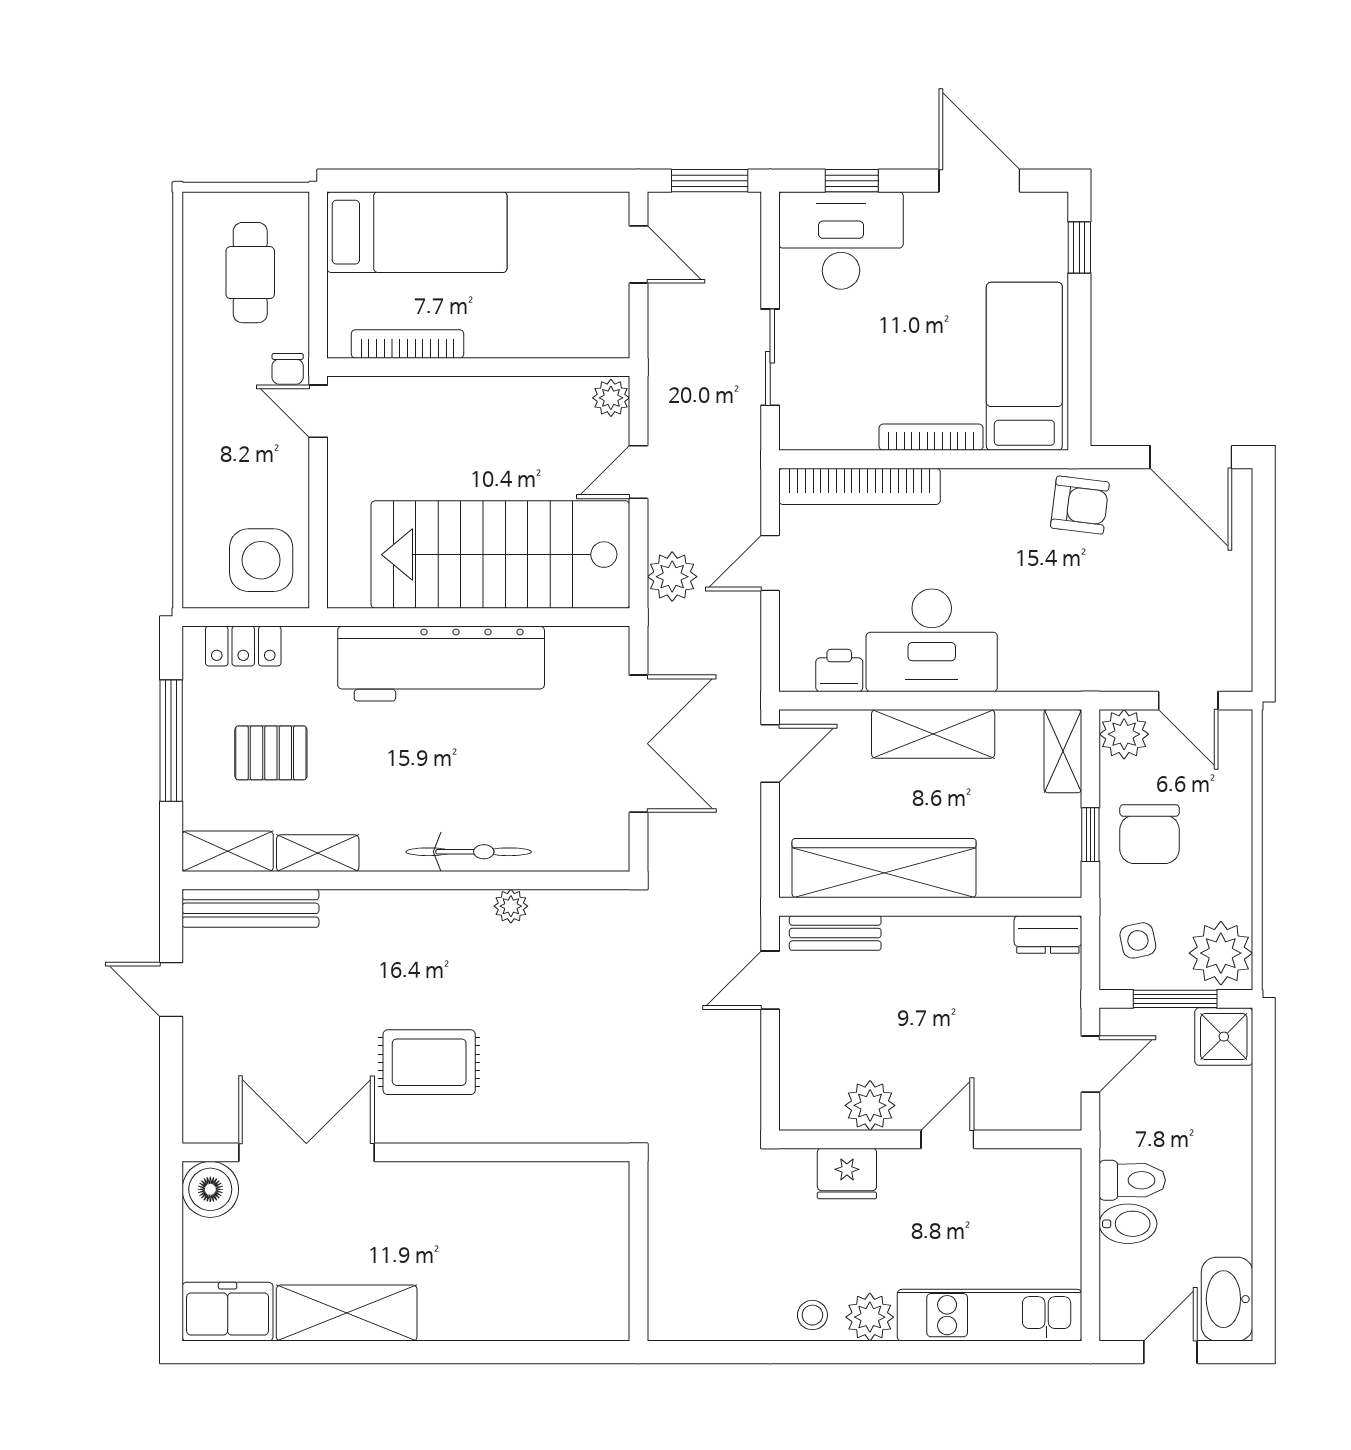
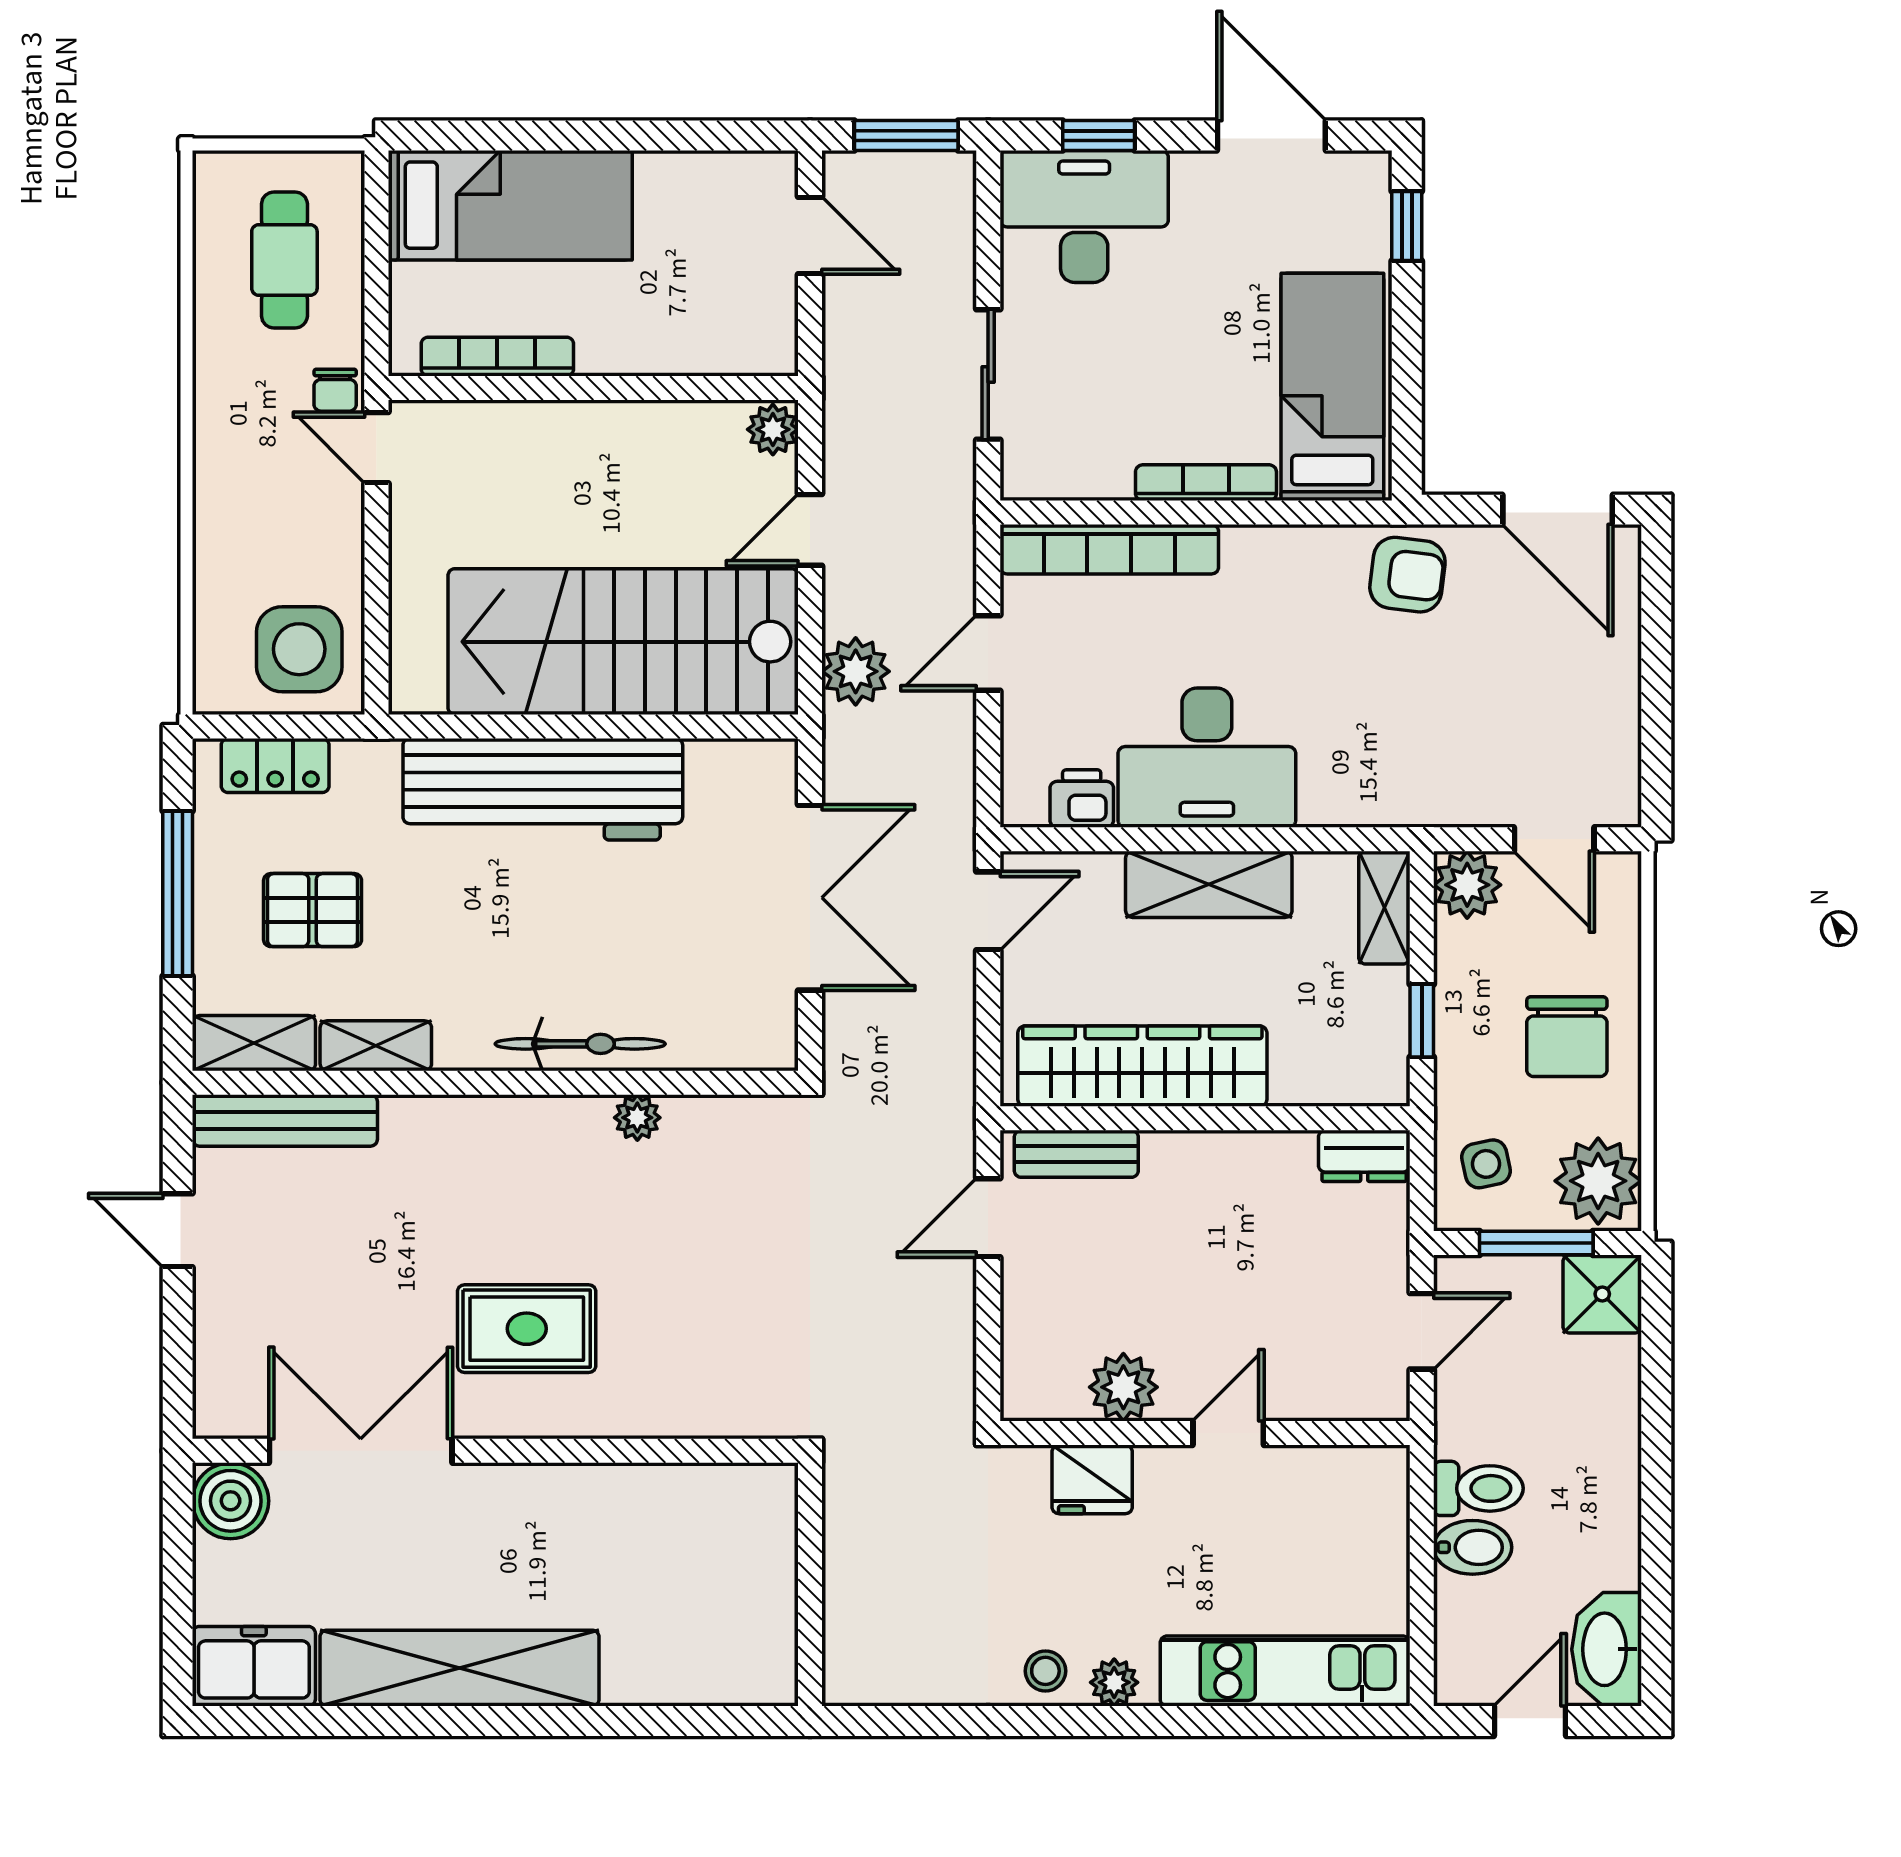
chair: (1150, 834) -> (1567, 1037), moved
shelving: (347, 1313) -> (459, 1668), width x1.47
plant: (870, 1317) -> (1114, 1682), width x0.73, depth x0.73

